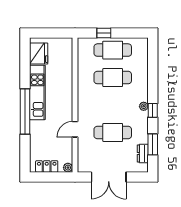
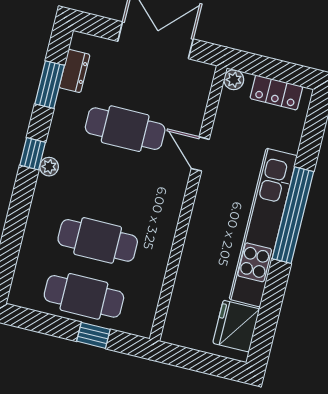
kitchen unit: (37, 92) -> (263, 228), width x1.36
door: (75, 129) -> (200, 154), swing flipped

